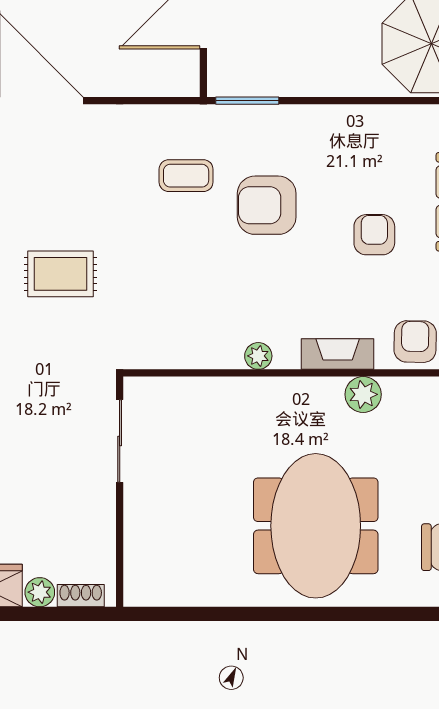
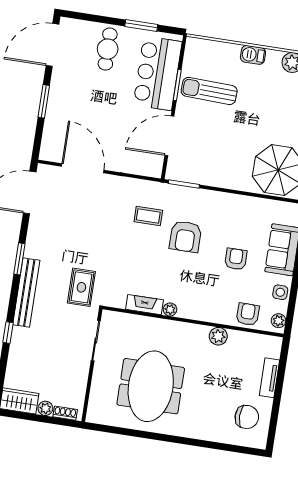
armchair: (267, 205) -> (185, 237), turned -90
rug: (61, 274) -> (81, 287), moved, turned 90
fireplace: (338, 354) -> (144, 305), moved
meeting table: (316, 526) -> (151, 386), moved

